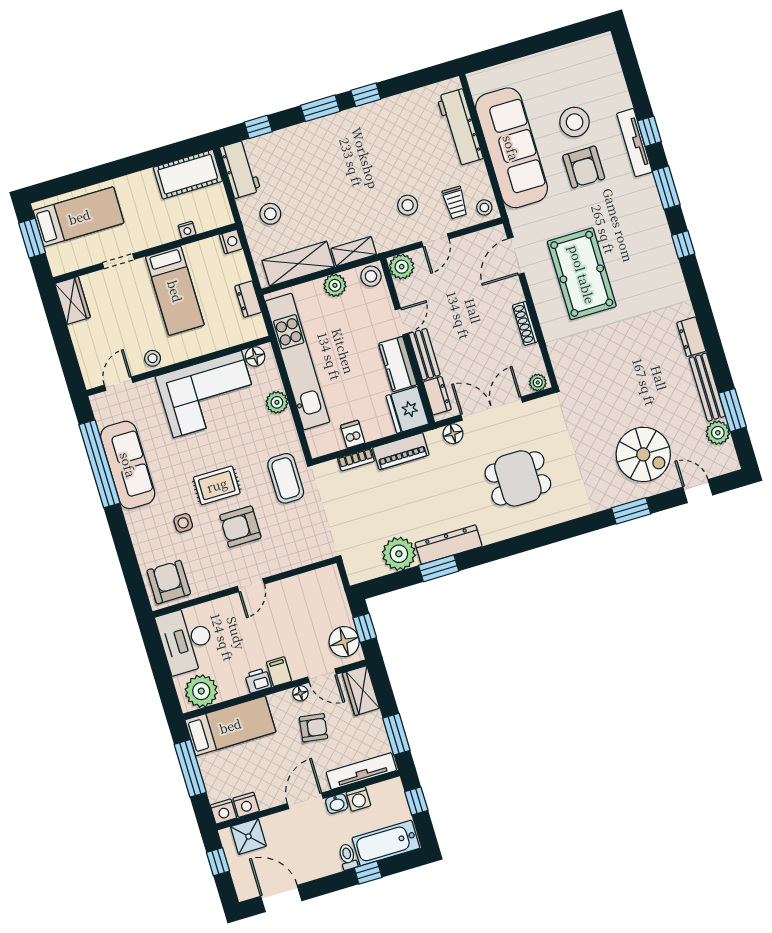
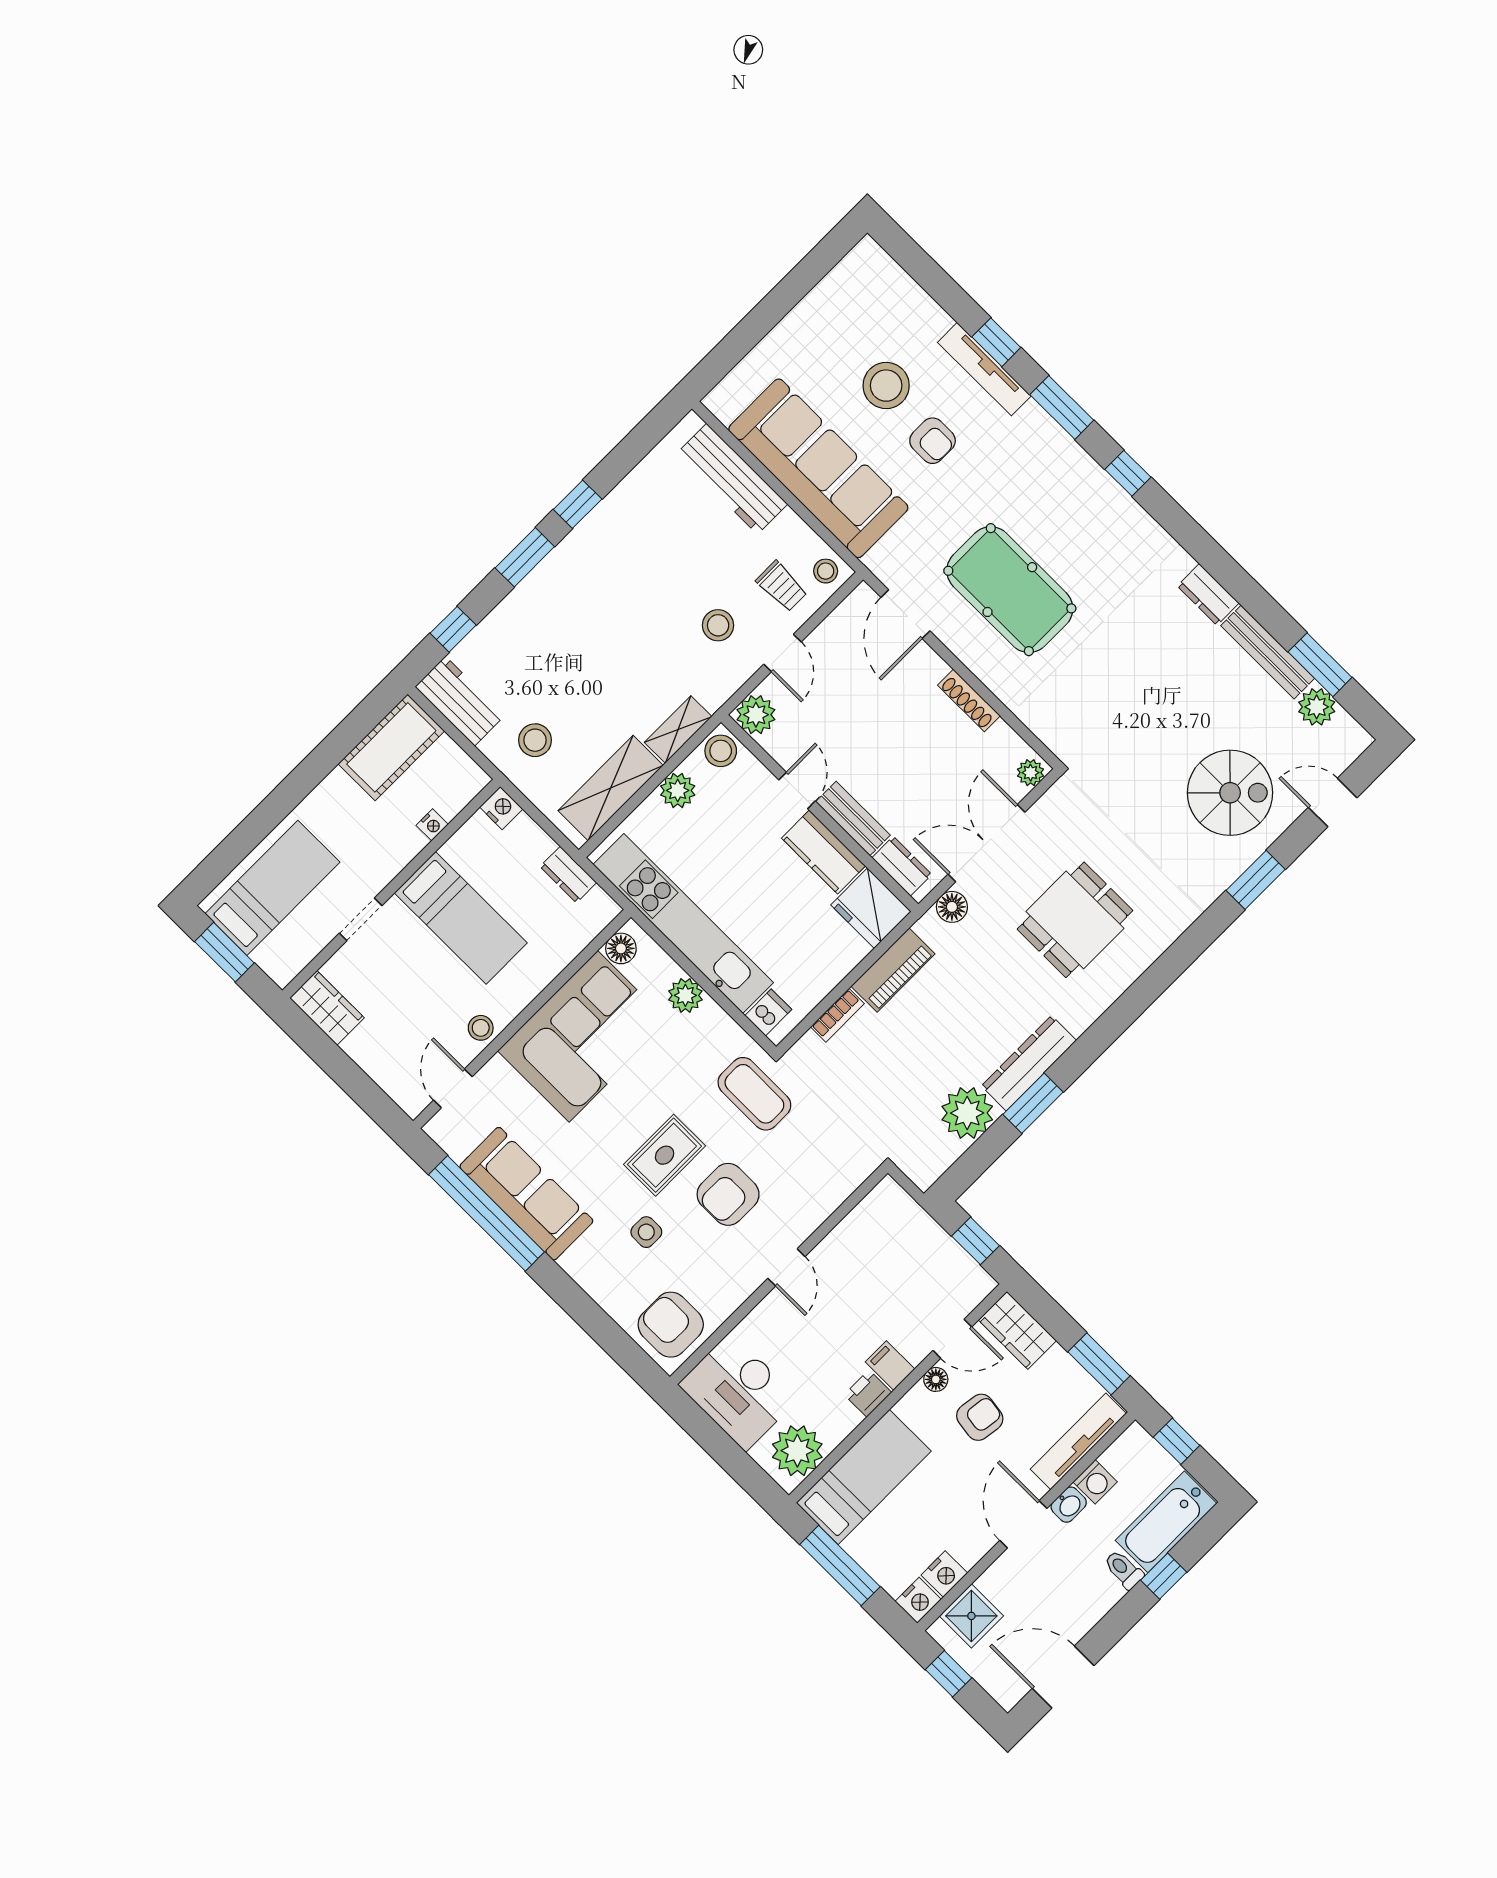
armchair: (584, 167) -> (933, 441), width x0.72, depth x0.72
dishwasher: (353, 434) -> (768, 1012), moved, turned 90
floor lamp: (344, 642) -> (958, 1275), removed

